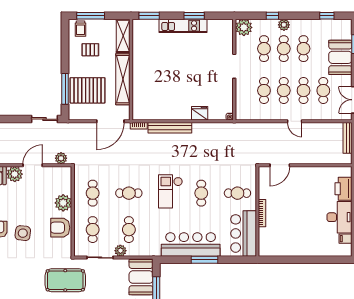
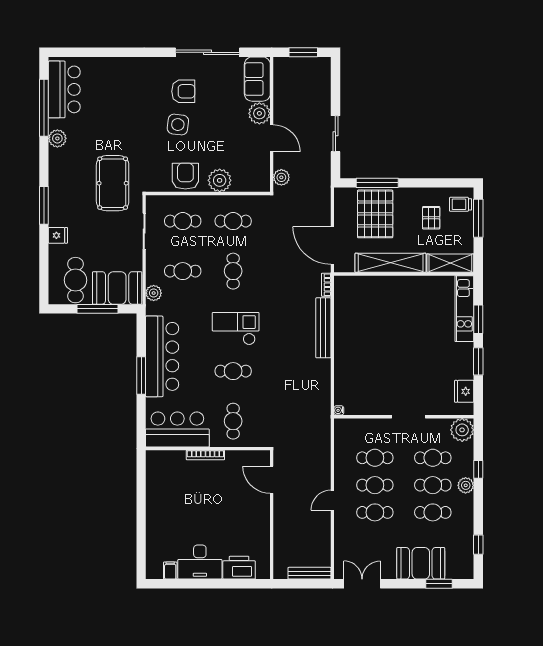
window: (149, 16) -> (478, 319), moved
kitchen unit: (183, 26) -> (464, 309), moved
cafe table: (323, 91) -> (375, 540), removed
fridge: (200, 113) -> (464, 391), moved, turned 180
sliding door: (45, 119) -> (335, 134), moved
plant: (120, 251) -> (154, 293), moved

